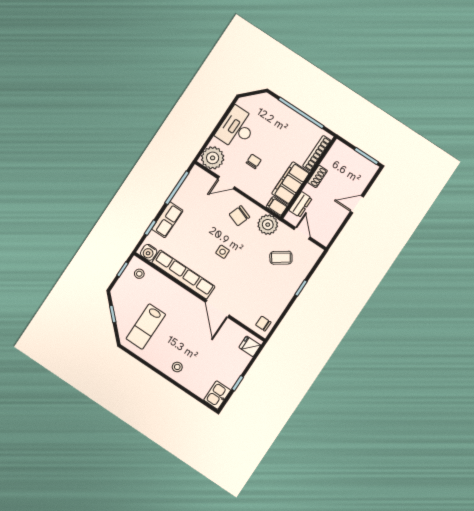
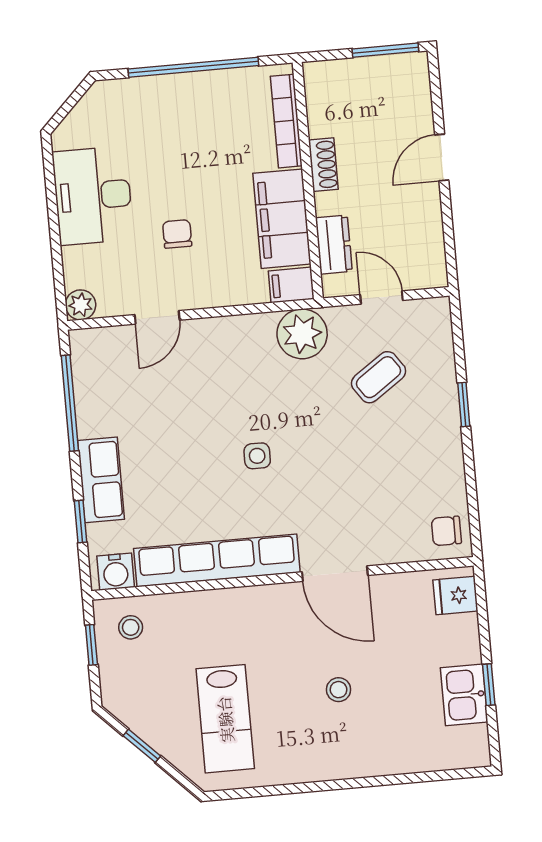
plant: (213, 158) -> (81, 305), width x0.53, depth x0.53
chair: (239, 216) -> (234, 360), removed
stool: (177, 367) -> (339, 690), moved
kitchen sink: (217, 395) -> (464, 695), moved

